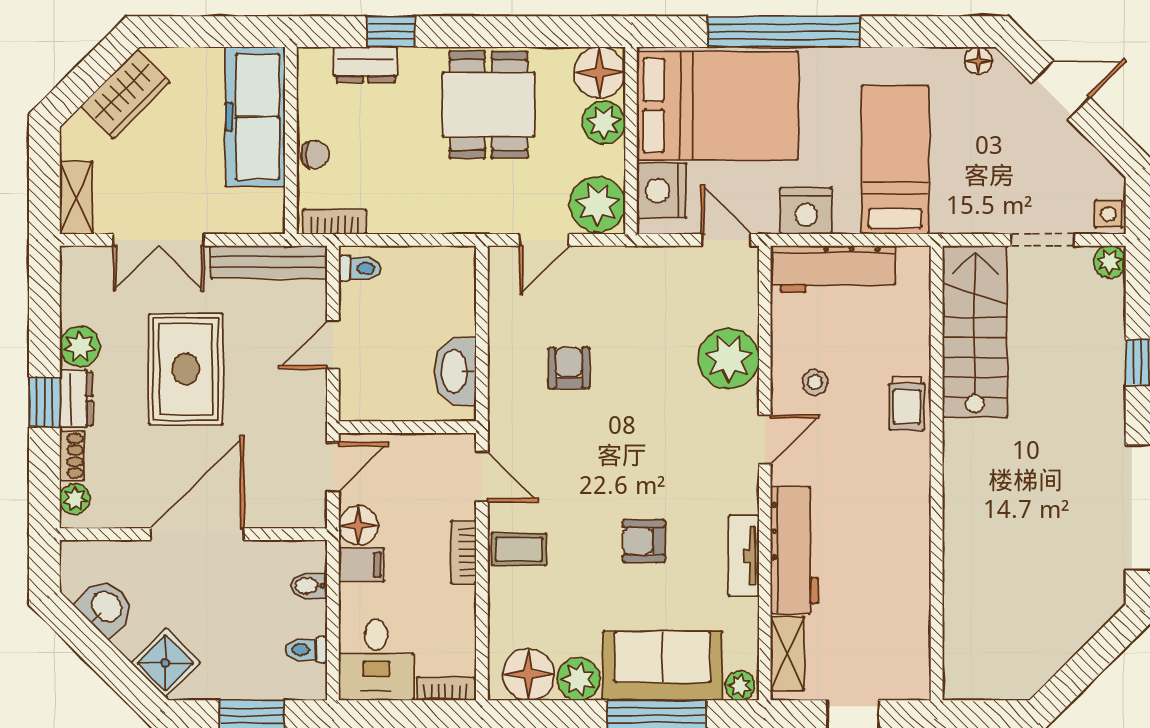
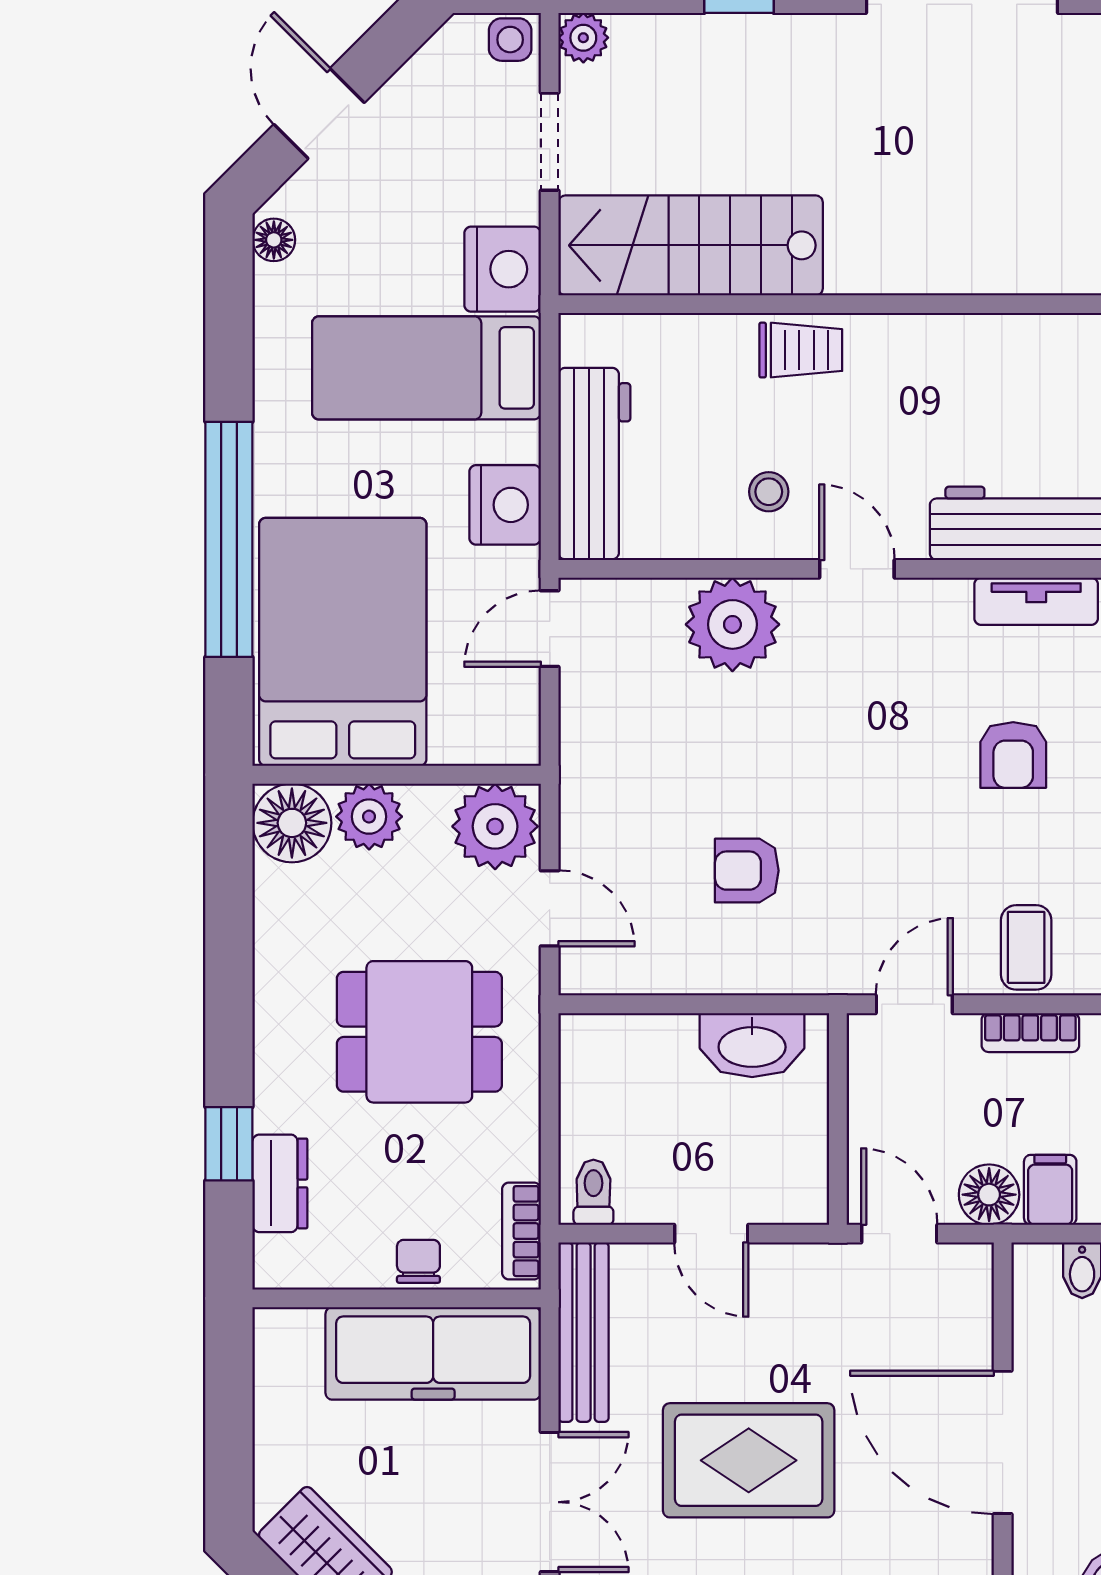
dining table: (488, 105) -> (419, 1032), moved
freezer: (255, 117) -> (433, 1353), moved
nightstand: (662, 191) -> (503, 269), moved, turned -90

